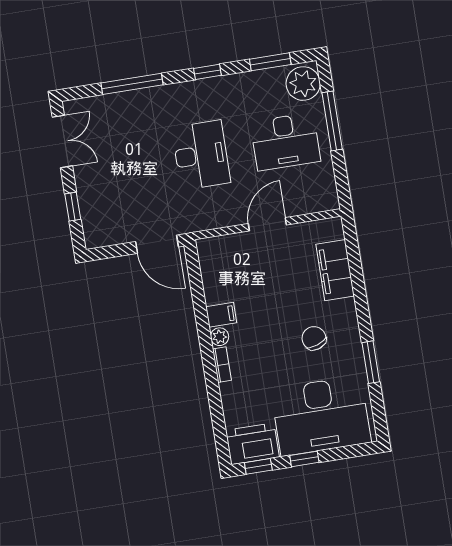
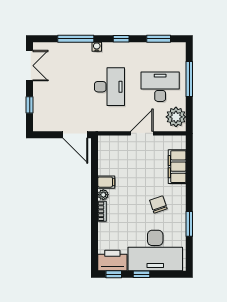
plant: (303, 84) -> (176, 117), moved
water cooler: (169, 92) -> (97, 47), added
desk: (285, 142) -> (160, 87), turned 180

